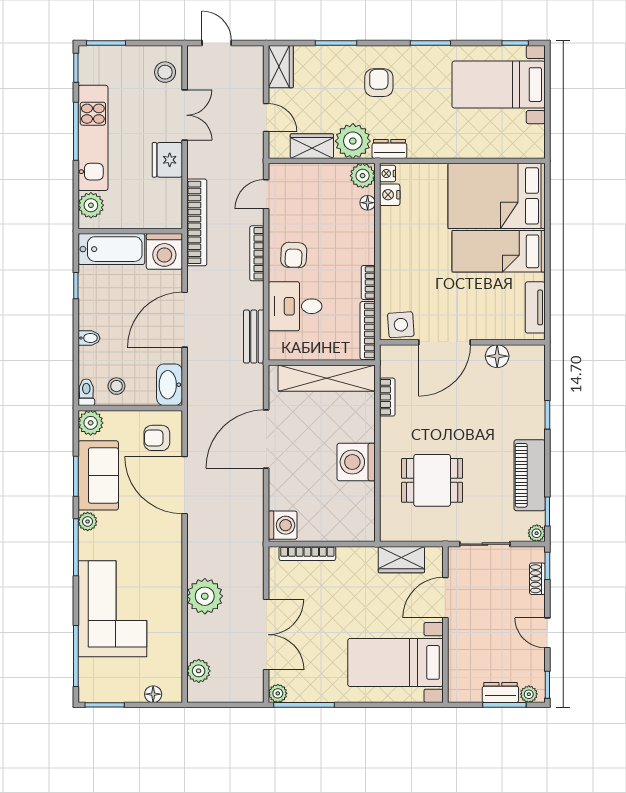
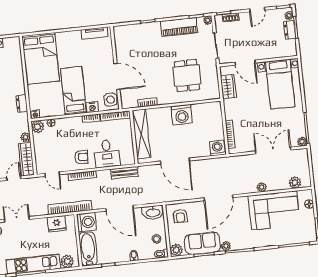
plant: (353, 141) -> (25, 137), width x0.53, depth x0.53
wardrobe: (312, 146) -> (26, 159), width x1.50
dresser: (389, 149) -> (22, 103), moved
fridge: (167, 160) -> (57, 224), moved
nightstand: (390, 195) -> (92, 107), moved
bed: (499, 251) -> (74, 91), moved, turned 180
floor lamp: (497, 356) -> (121, 50), removed
door: (185, 485) -> (218, 198), moved
plant: (205, 596) -> (262, 187), width x0.53, depth x0.53
corner sofa: (112, 609) -> (274, 210), moved, turned 180

